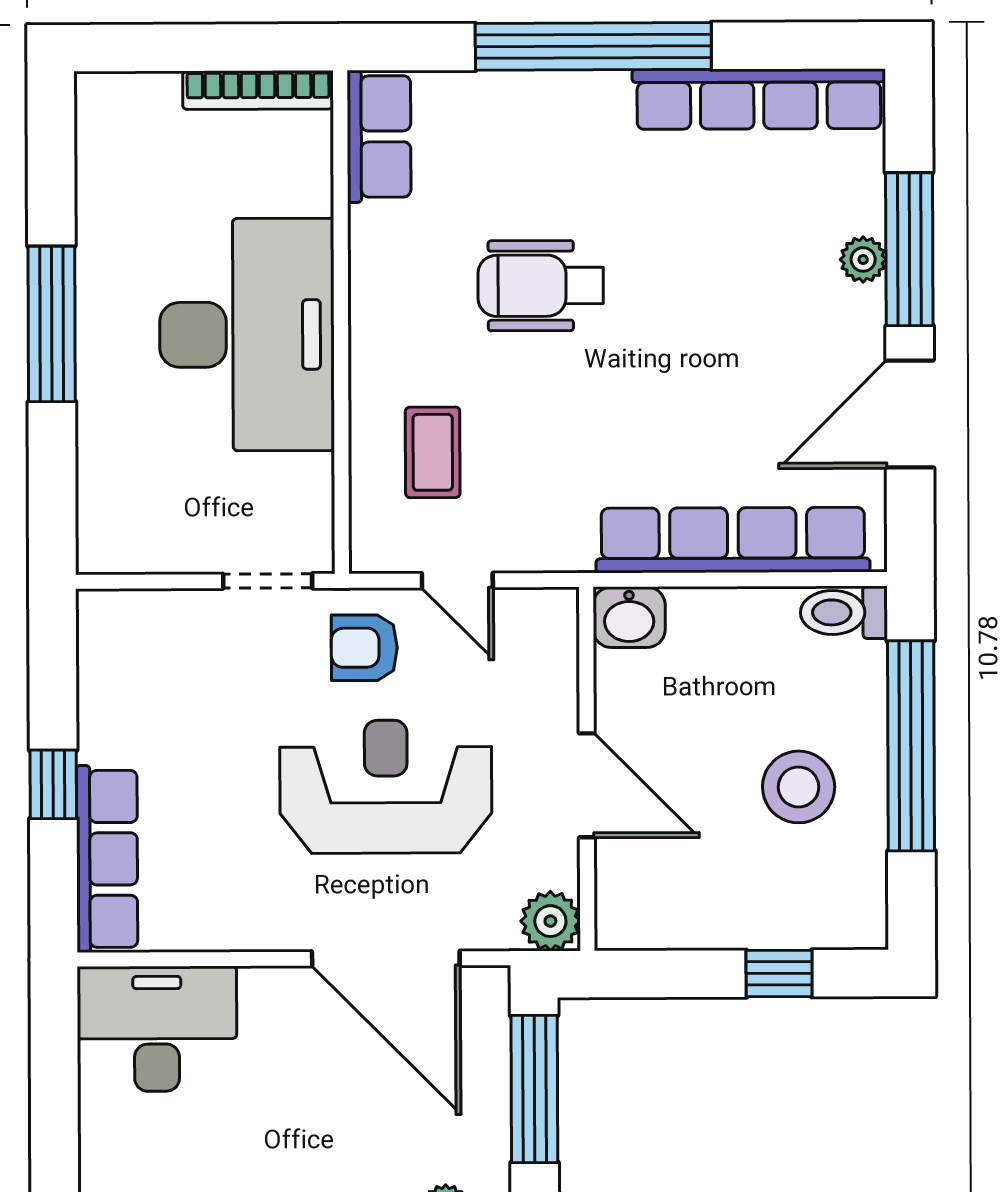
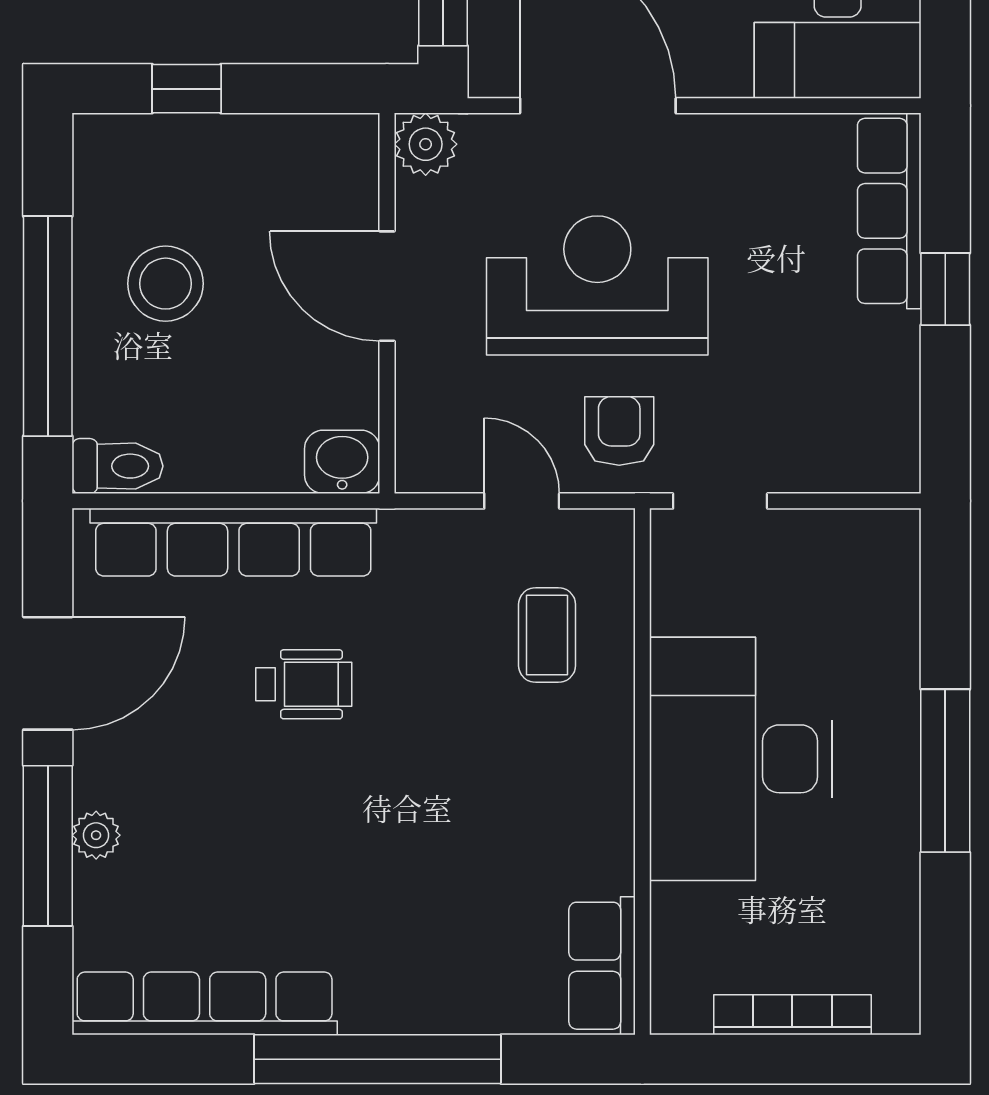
bookcase: (258, 90) -> (792, 1015), moved
wheelchair: (541, 286) -> (304, 684), moved, width x0.73, depth x0.73
armchair: (364, 648) -> (619, 431), turned -90
reception desk: (386, 787) -> (597, 285), turned 180

